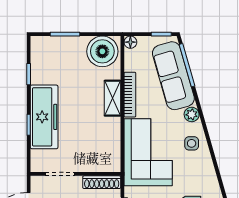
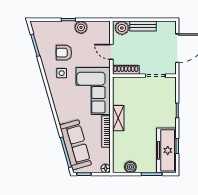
boiler: (102, 51) -> (130, 167), width x0.54, depth x0.54
shelving: (112, 98) -> (118, 118), moved
plant: (192, 114) -> (63, 118), removed
freezer: (44, 117) -> (166, 150), moved
side table: (192, 143) -> (62, 73), moved

